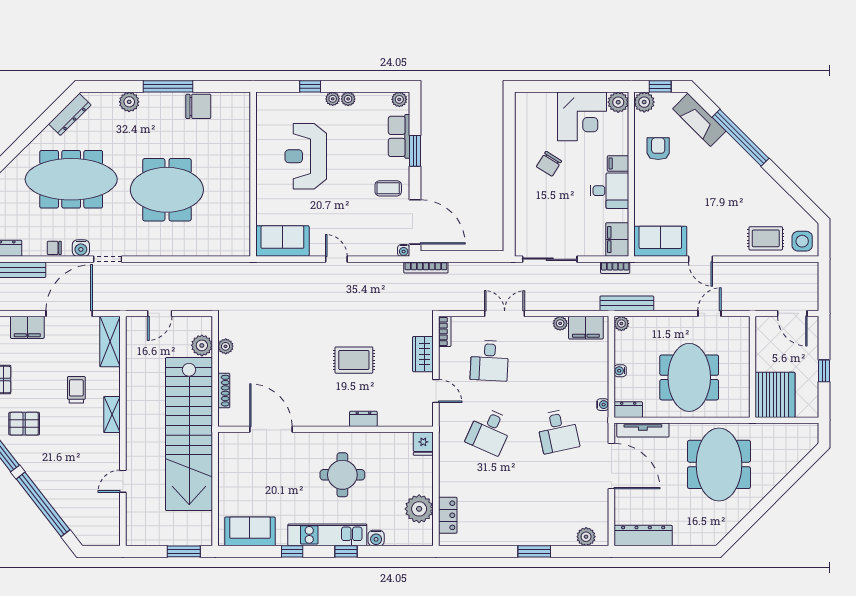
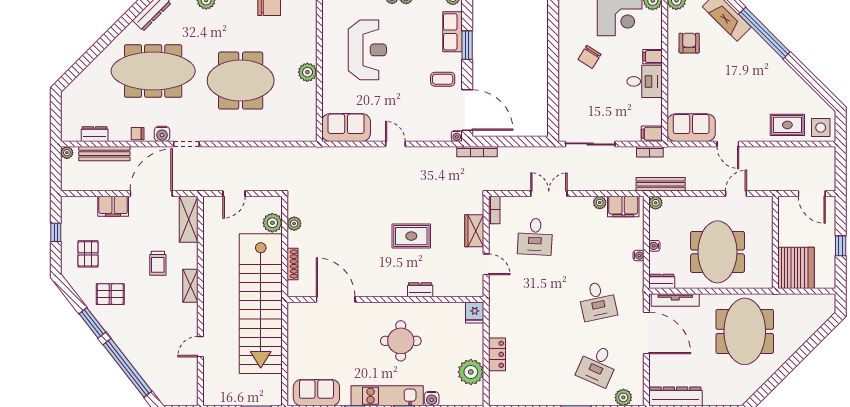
reception desk: (306, 156) -> (367, 50), turned 180
plant: (240, 181) -> (307, 72), added
filing cabinet: (617, 240) -> (652, 134), width x0.50
trolley: (76, 390) -> (158, 263), turned 180
water cooler: (603, 405) -> (639, 256), moved
desk: (489, 431) -> (598, 365), moved
locker: (448, 515) -> (497, 354), moved

